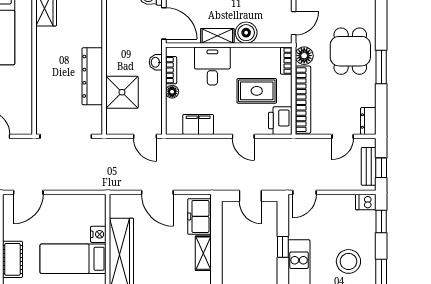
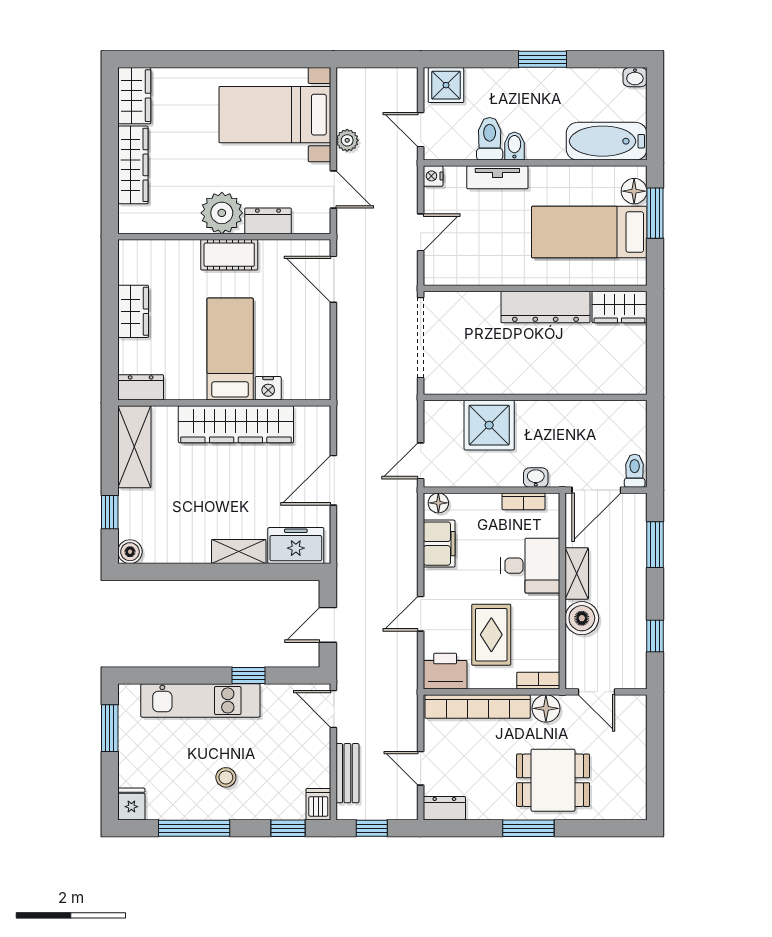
dresser: (92, 76) -> (545, 307), moved, turned 180
floor lamp: (172, 92) -> (438, 503), moved
bench: (369, 166) -> (347, 773), moved, turned 90
stool: (348, 261) -> (226, 777), width x0.53, depth x0.53

